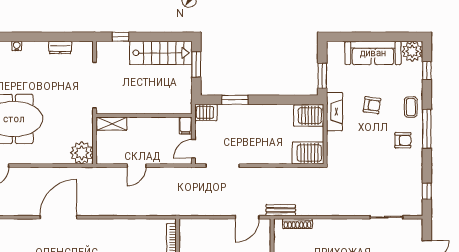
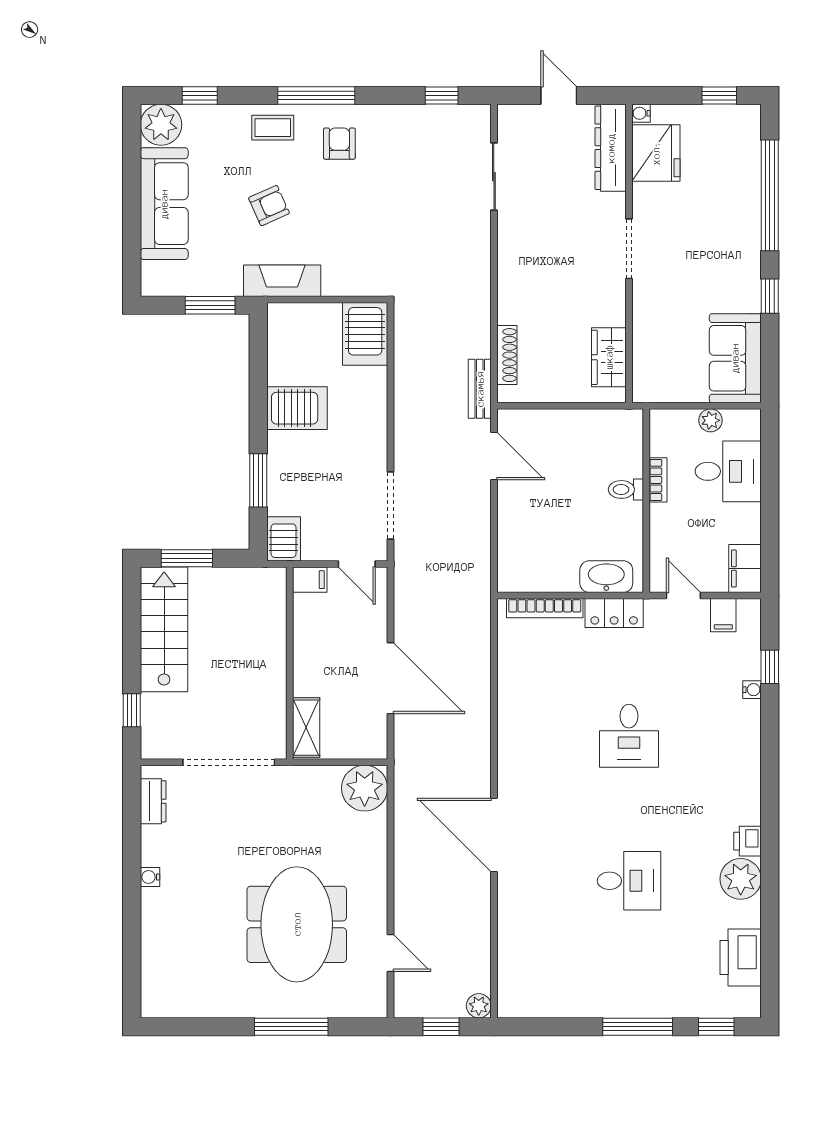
water cooler: (17, 46) -> (150, 877), moved
dresser: (60, 47) -> (153, 801), moved
armchair: (372, 105) -> (269, 206), turned 58
server rack: (309, 116) -> (297, 408), moved, turned -90
door: (136, 166) -> (390, 678), width x1.88

